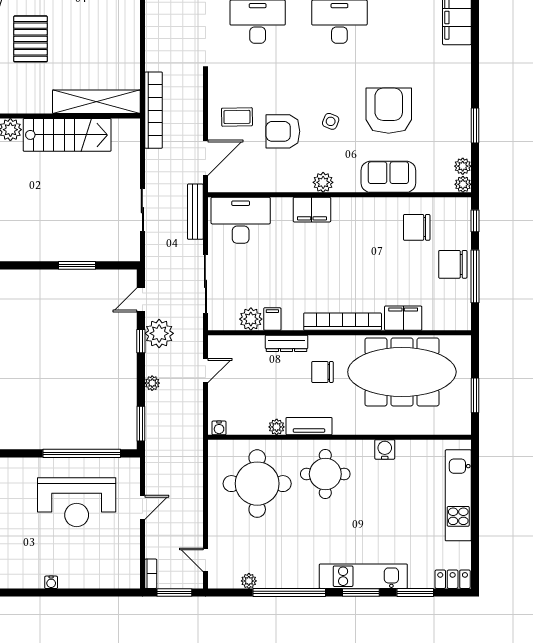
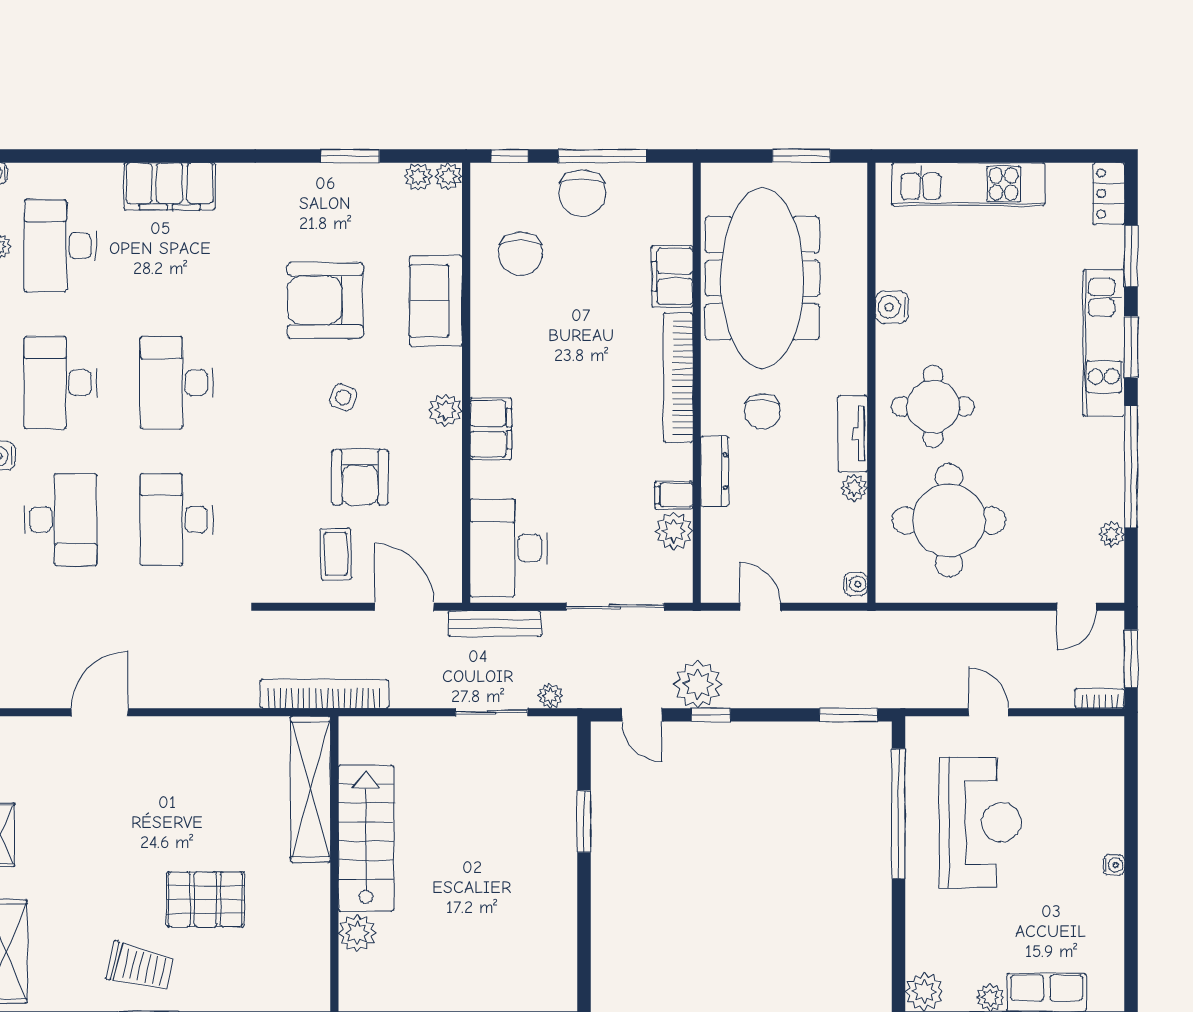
plant: (152, 383) -> (550, 696), moved

